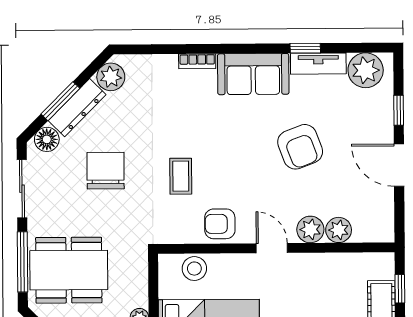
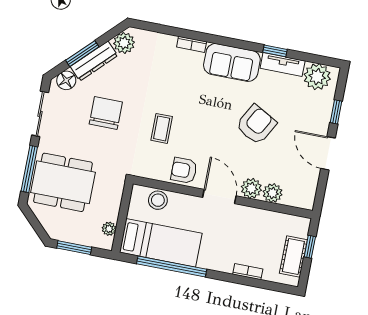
armchair: (300, 147) -> (256, 124), turned -130
door: (272, 248) -> (219, 197), width x1.38

